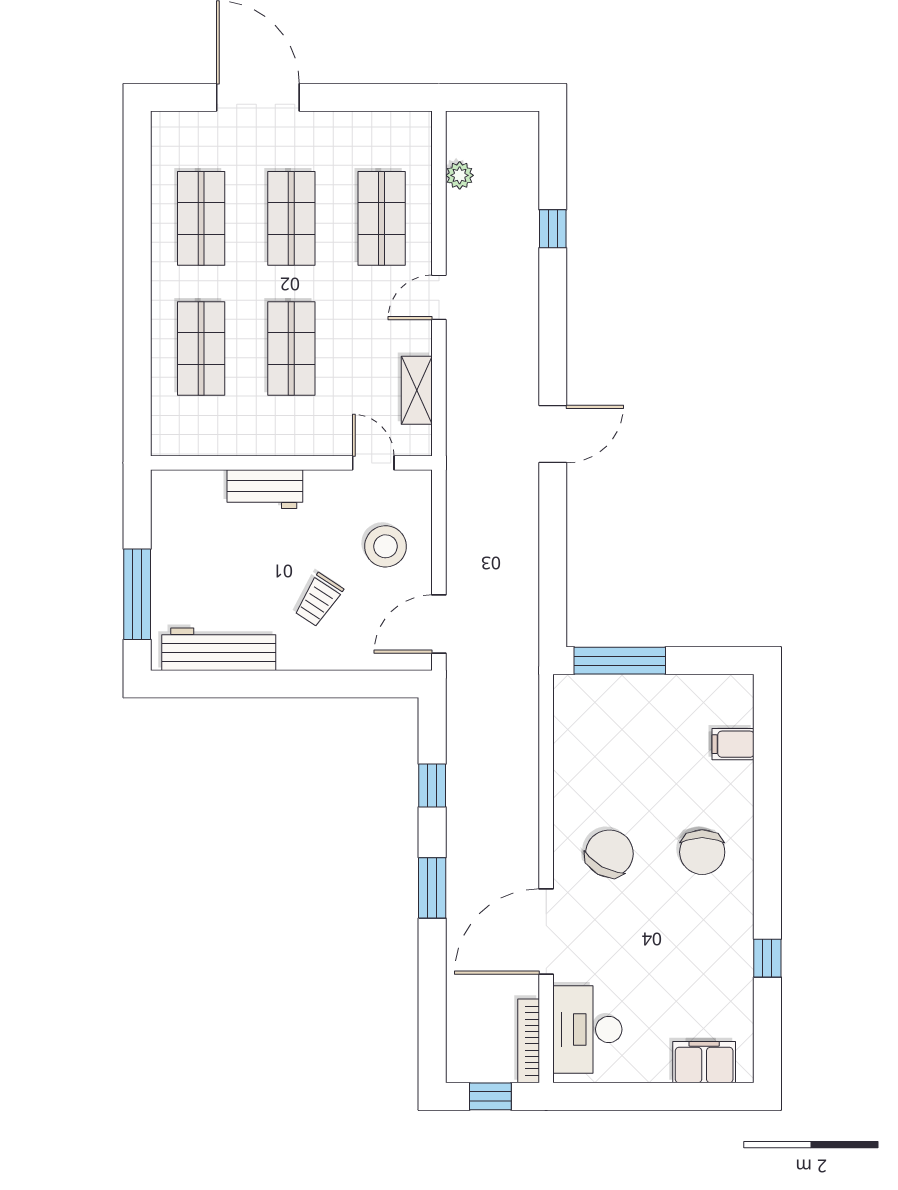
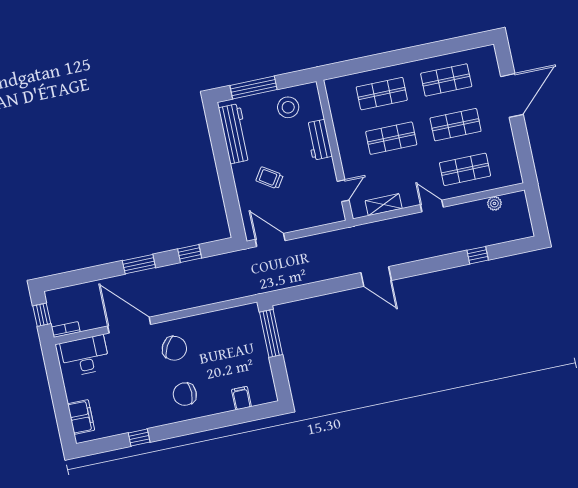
stool: (386, 546) -> (288, 107), moved
bookcase: (529, 1041) -> (66, 329), width x0.64

